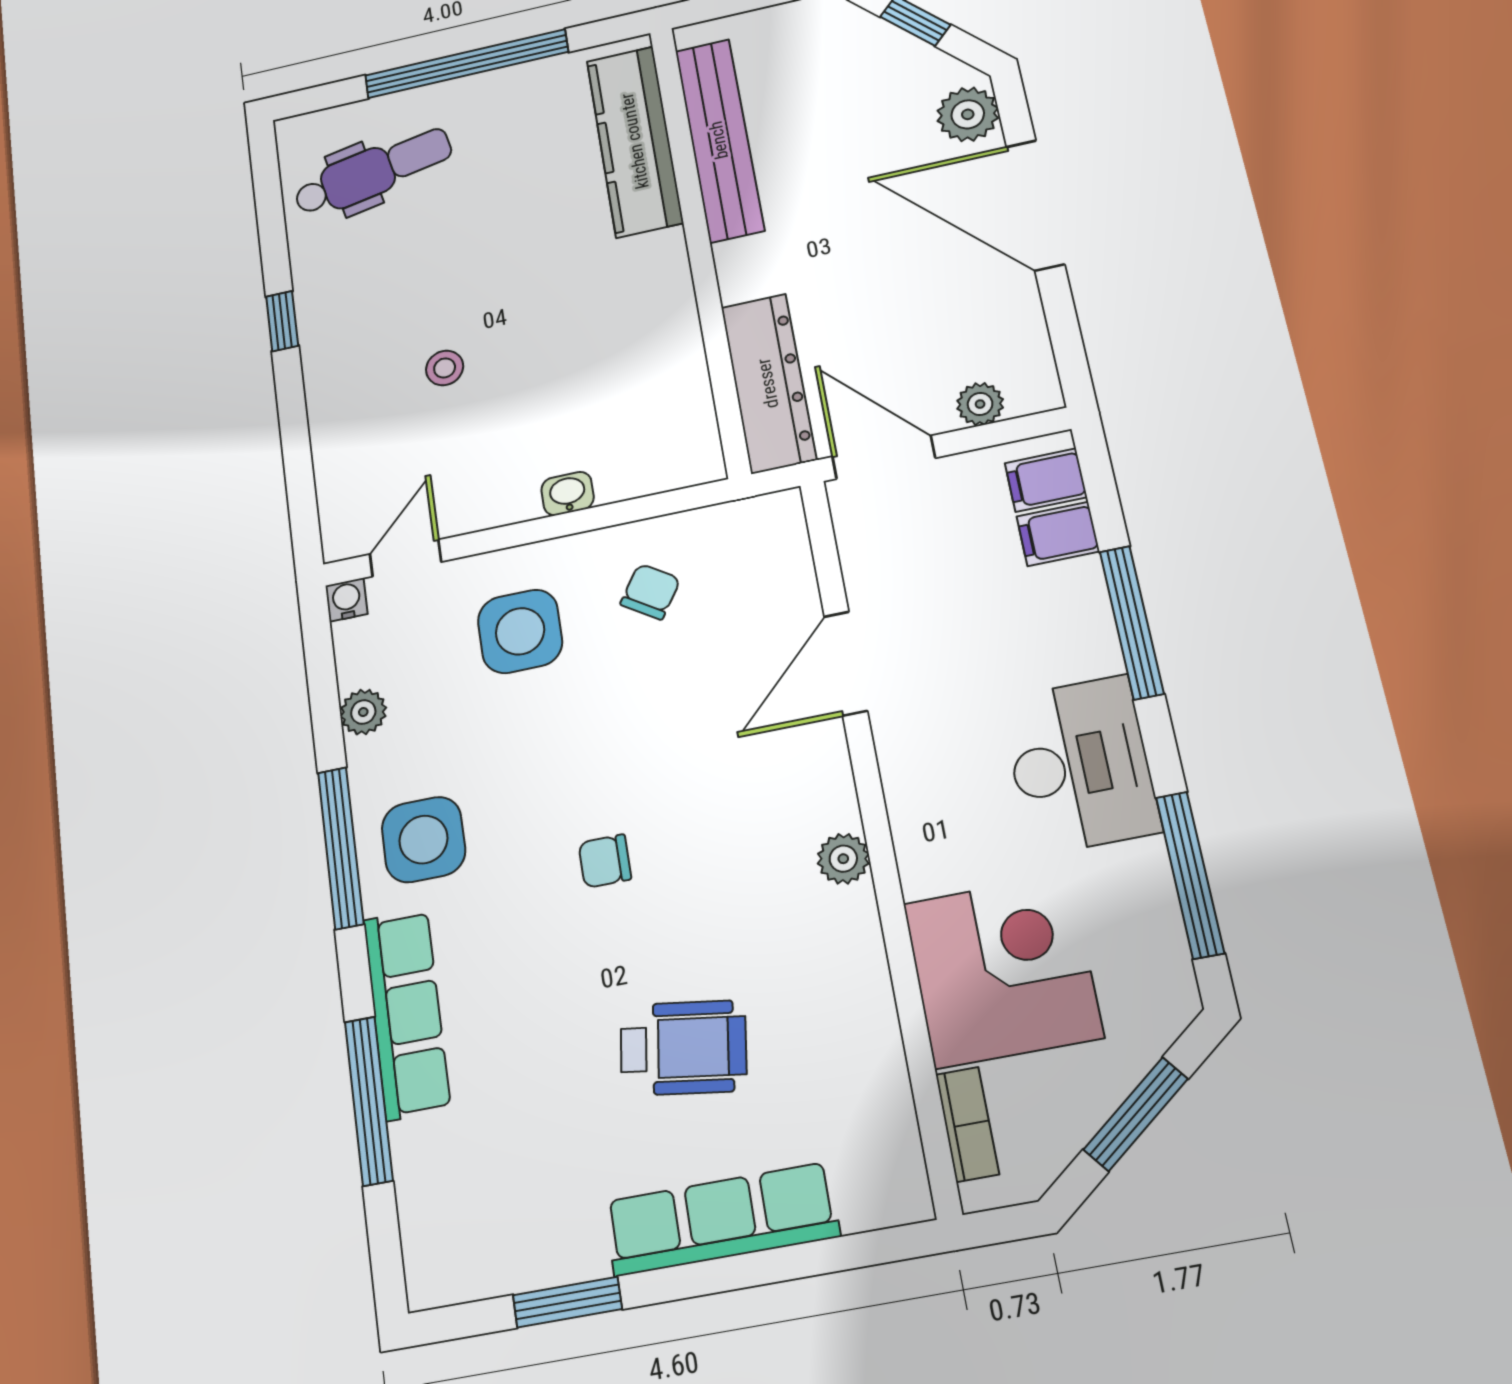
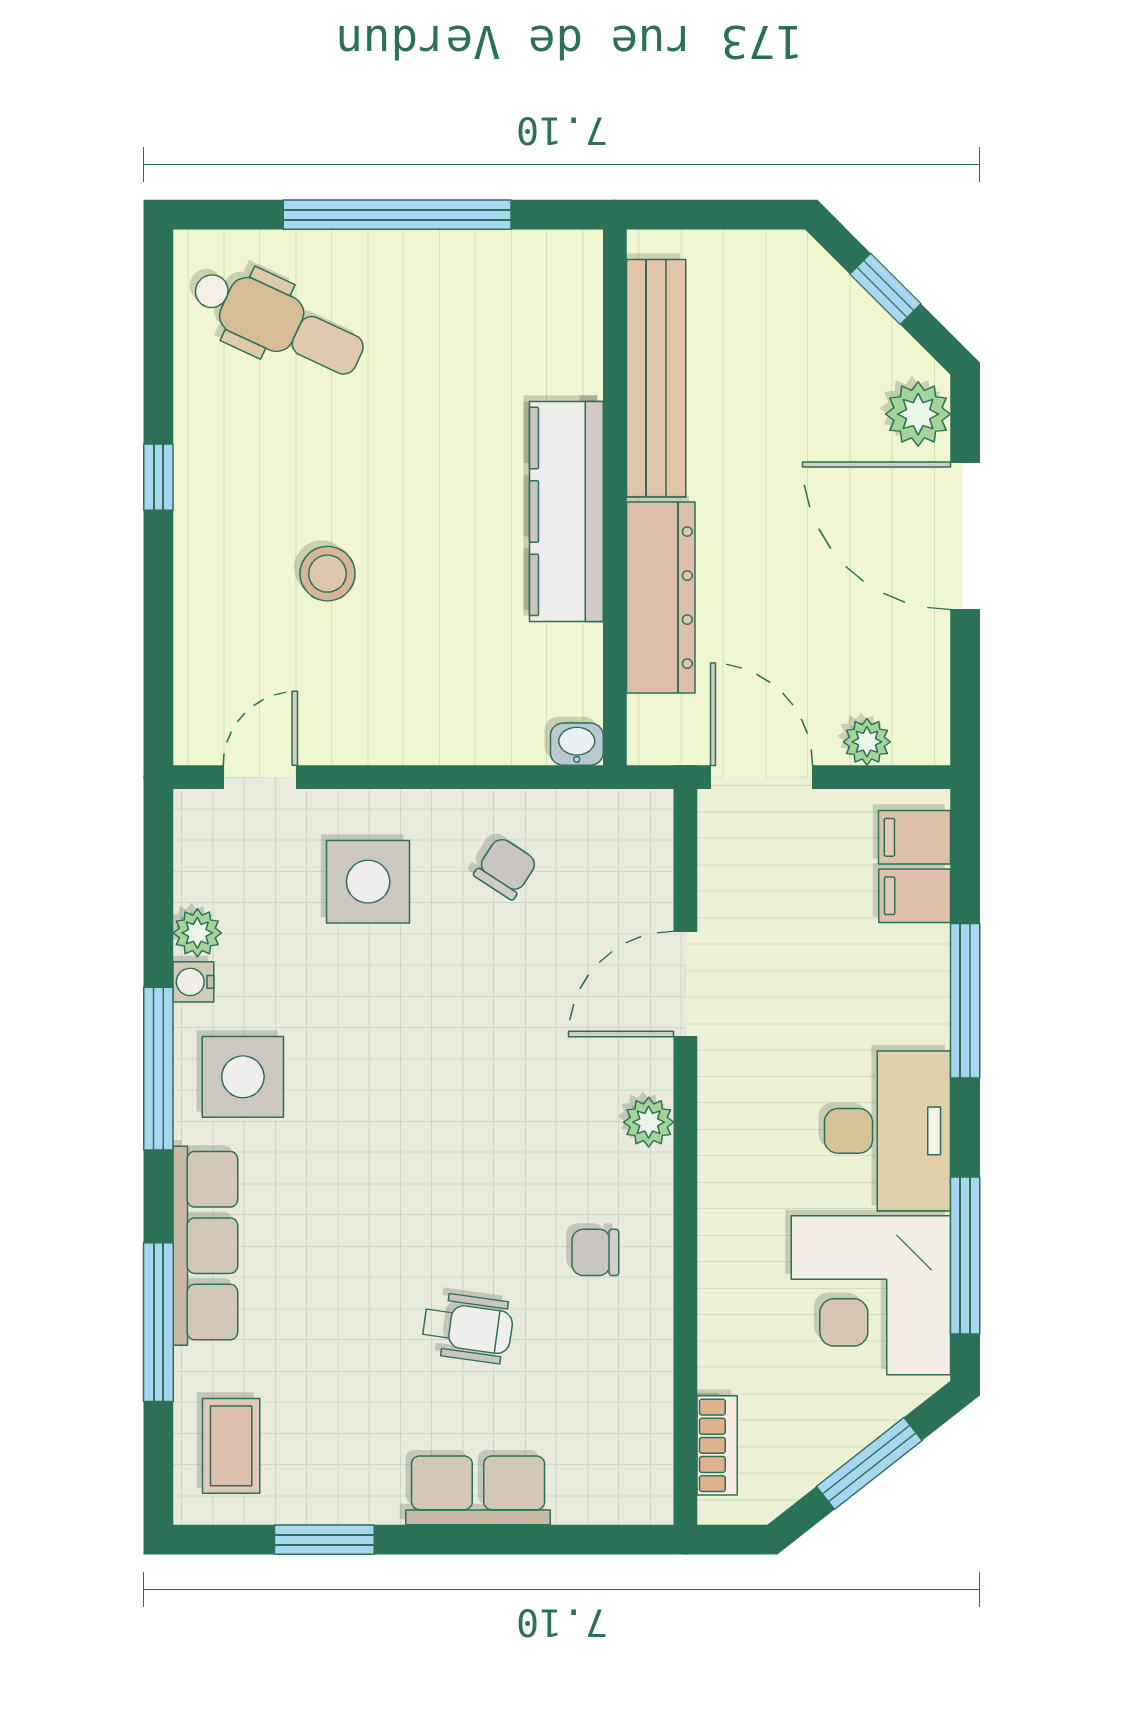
kitchen counter: (635, 141) -> (566, 511), moved
dental chair: (373, 172) -> (278, 322), turned 36
stool: (445, 368) -> (327, 574), width x1.37, depth x1.37
dresser: (768, 383) -> (661, 598), moved
washbasin: (568, 494) -> (577, 744), moved
water cooler: (346, 600) -> (193, 982), moved, turned -90
plant: (843, 859) -> (649, 1122), moved
chair: (605, 861) -> (595, 1252), moved
corner desk: (1003, 970) -> (871, 1295), moved, turned 180
wheelchair: (683, 1048) -> (468, 1328), width x0.73, depth x0.73
coffee table: (457, 1217) -> (231, 1446), added
row of seats: (721, 1219) -> (478, 1490), width x0.68

